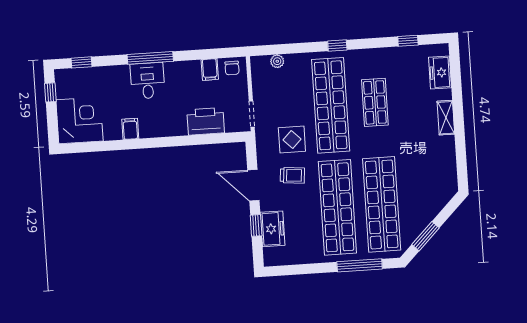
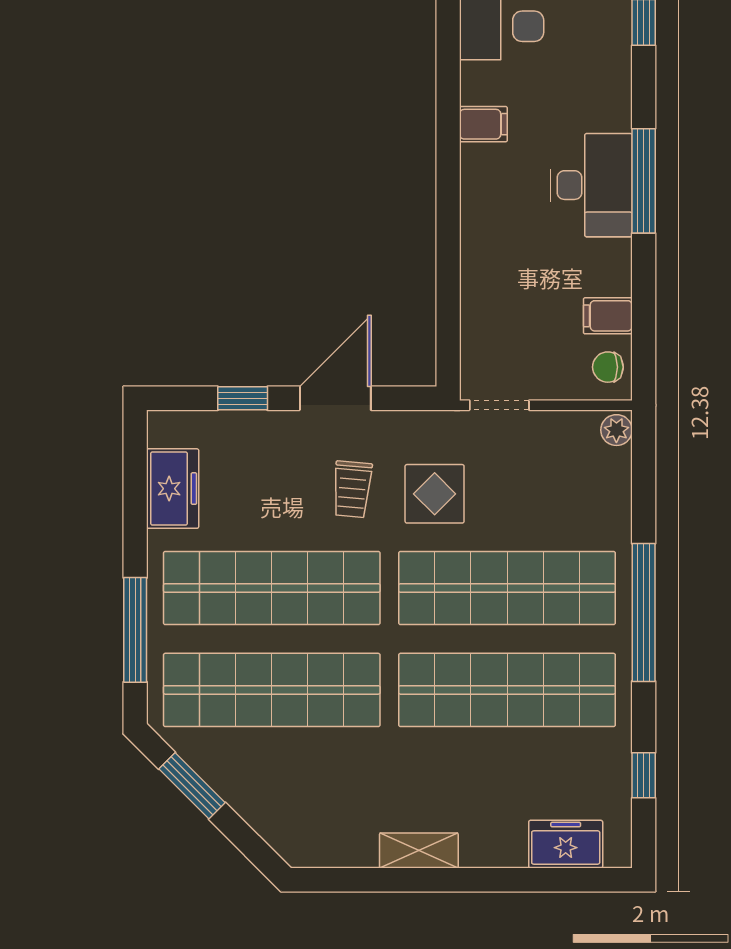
window: (337, 45) -> (644, 612), width x3.17
plant: (277, 61) -> (616, 430), moved
desk: (147, 81) -> (591, 185), width x1.37
shop shelf: (375, 102) -> (507, 690), width x2.00, depth x1.36
shelving: (446, 118) -> (419, 850), moved
printer: (206, 121) -> (489, 298), removed
freezer: (273, 229) -> (173, 489), moved, turned -90

